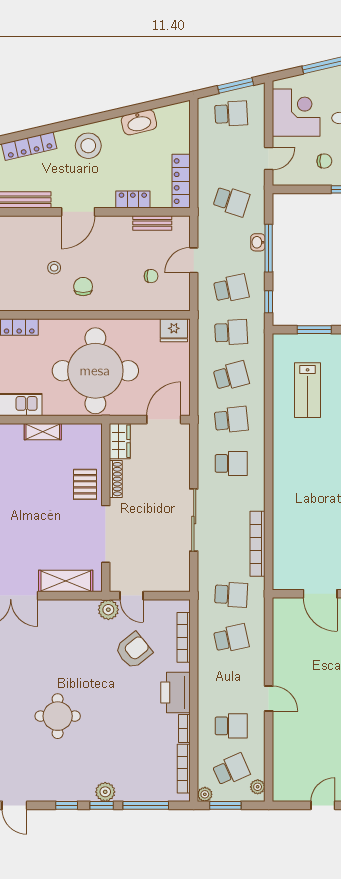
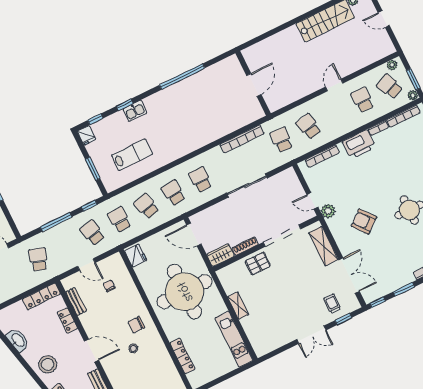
washbasin: (258, 242) -> (56, 230), removed
door: (132, 596) -> (312, 201), swing flipped
armchair: (134, 650) -> (364, 222), moved

